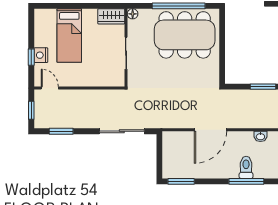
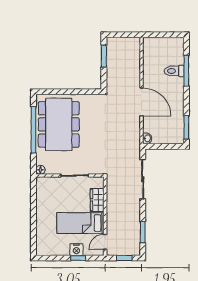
wardrobe: (111, 16) -> (97, 200), moved, turned 180
bed: (69, 36) -> (80, 223), moved, turned 180
washbasin: (260, 136) -> (147, 138), moved

